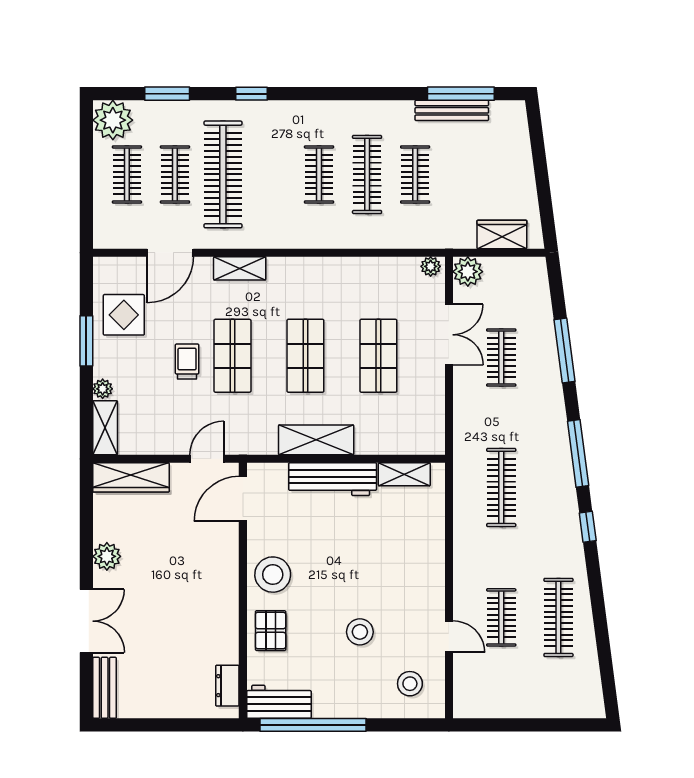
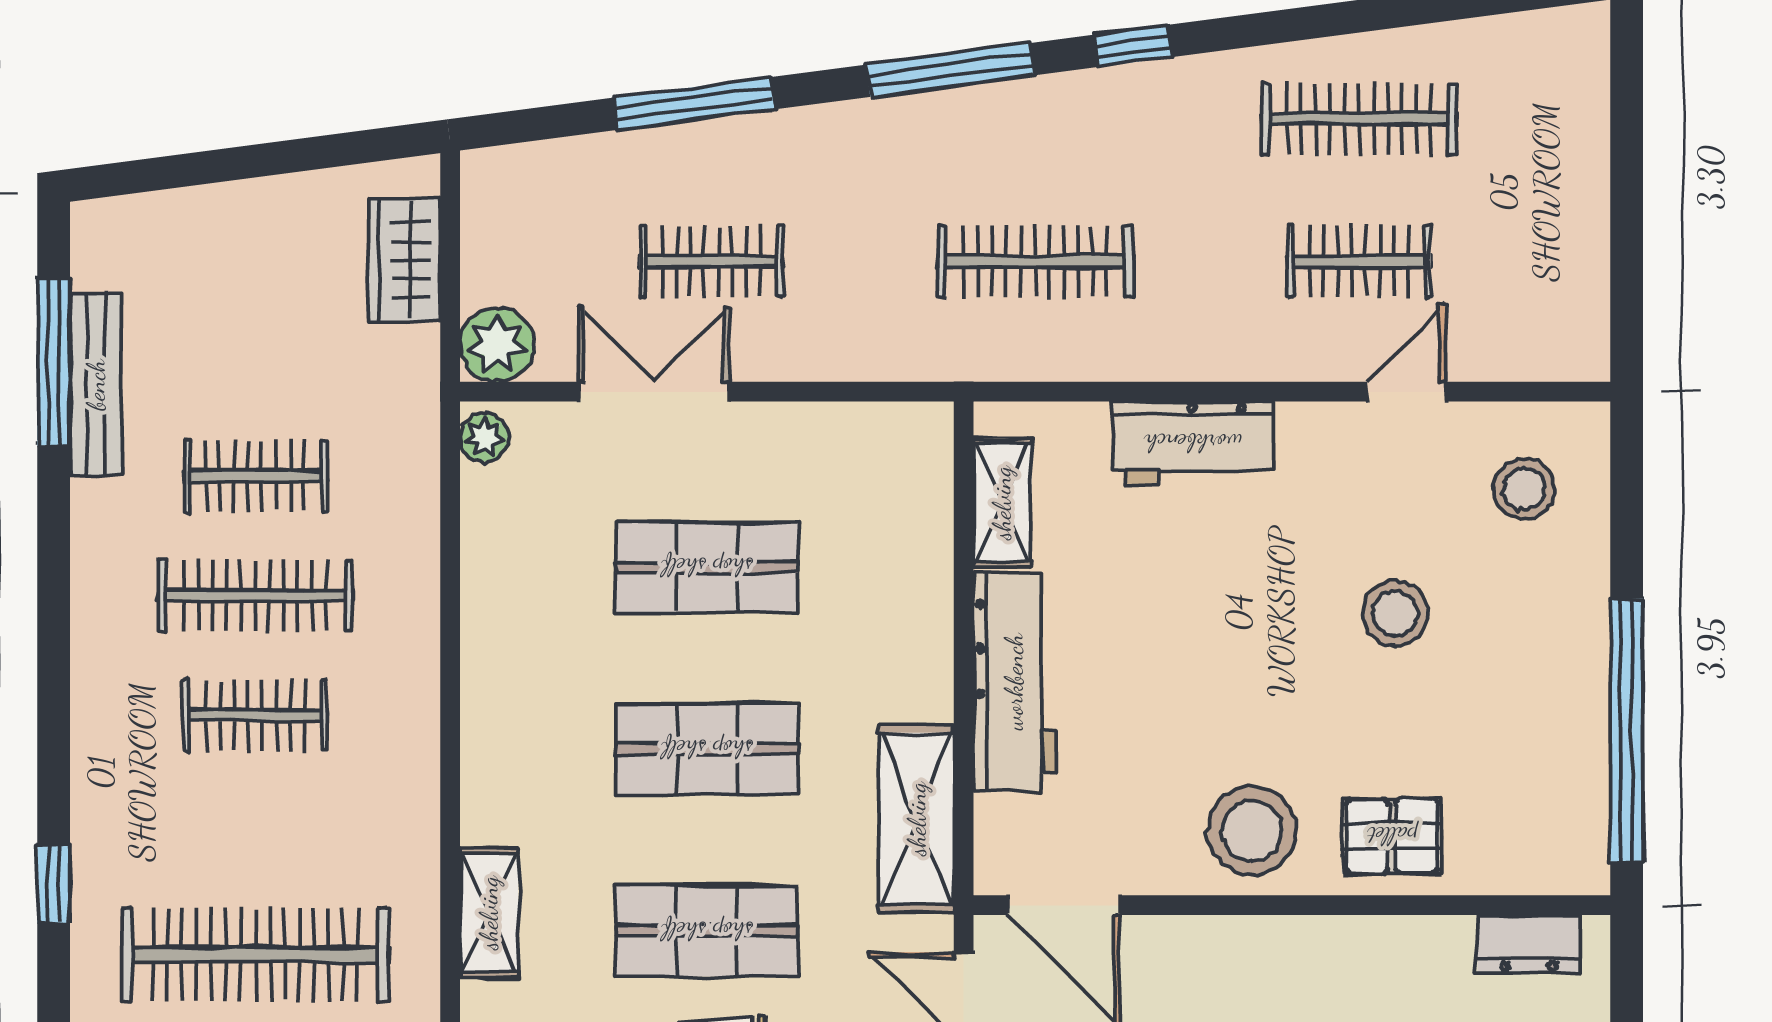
shelving: (316, 440) -> (917, 819), moved
workbench: (279, 702) -> (1193, 443), moved, turned -90

